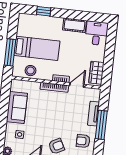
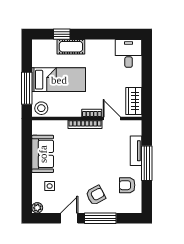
cot: (74, 25) -> (71, 47), moved
stool: (31, 71) -> (41, 108), moved
door: (77, 85) -> (112, 119), hinge flipped

